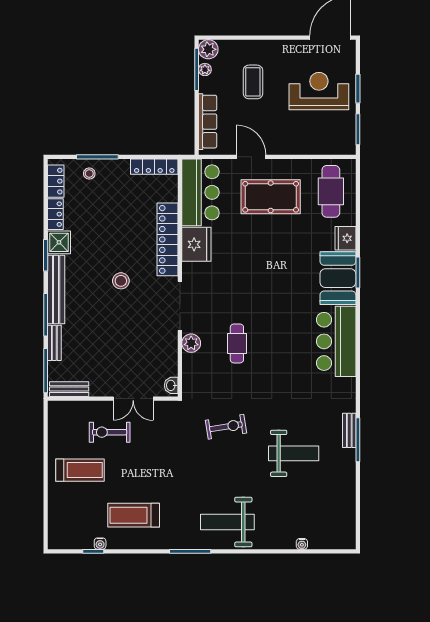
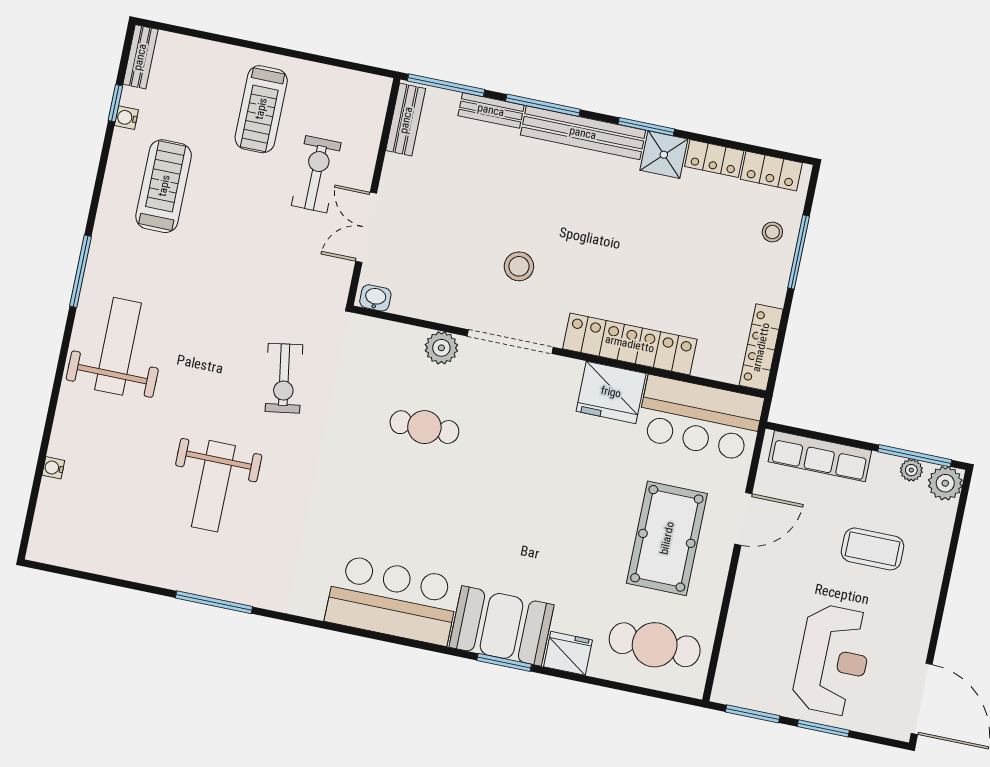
stool: (121, 281) -> (519, 266), moved
bench: (349, 430) -> (140, 57), moved, turned 90

